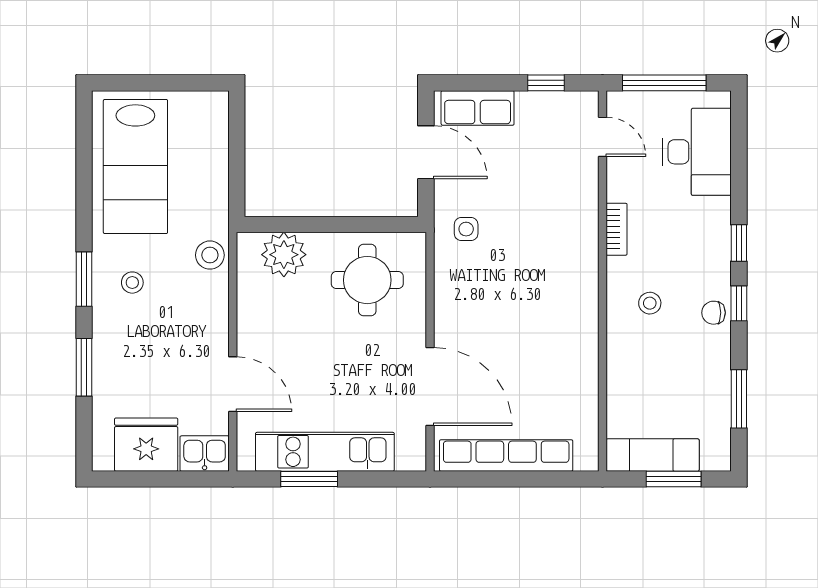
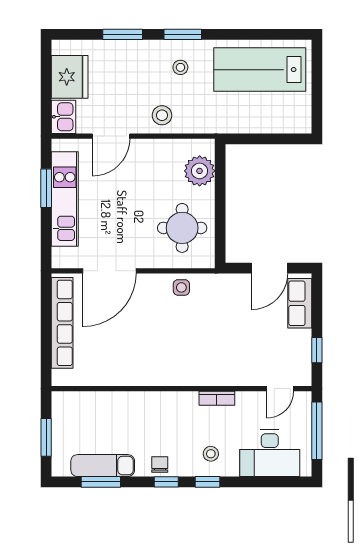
side table: (466, 229) -> (181, 287), moved
stool: (210, 255) -> (162, 115), moved
stool: (650, 303) -> (211, 454), moved
exam couch: (653, 455) -> (103, 466), moved, turned -90

